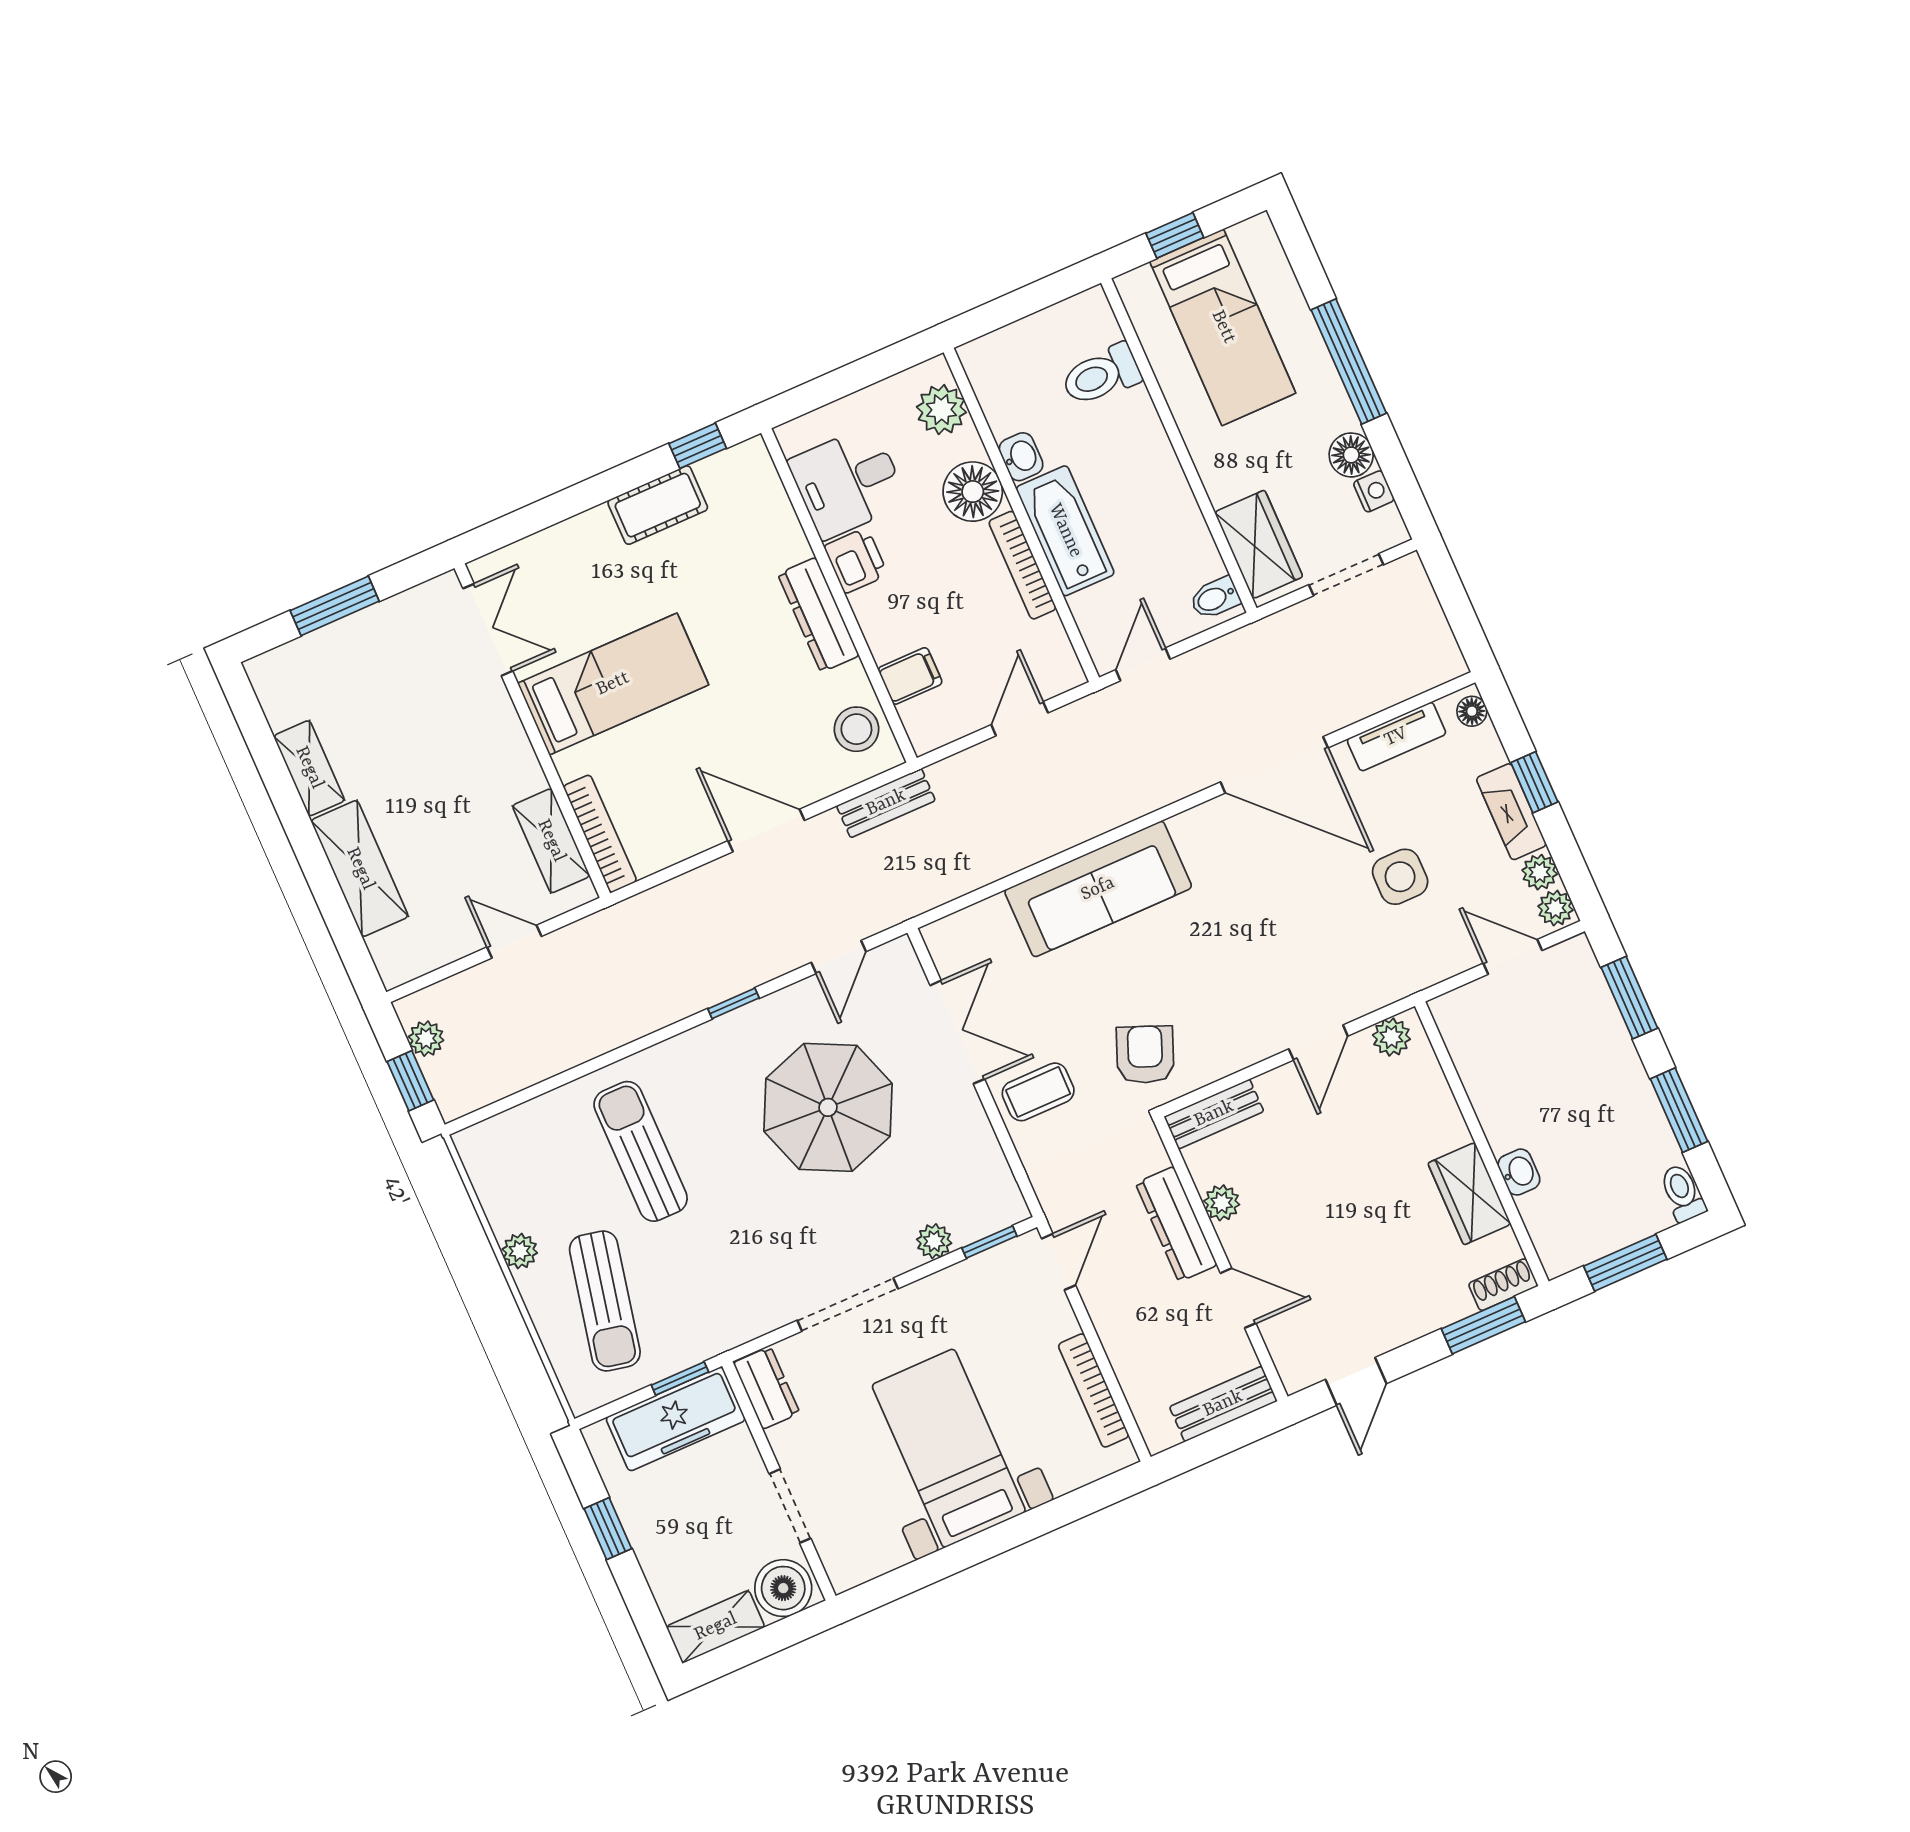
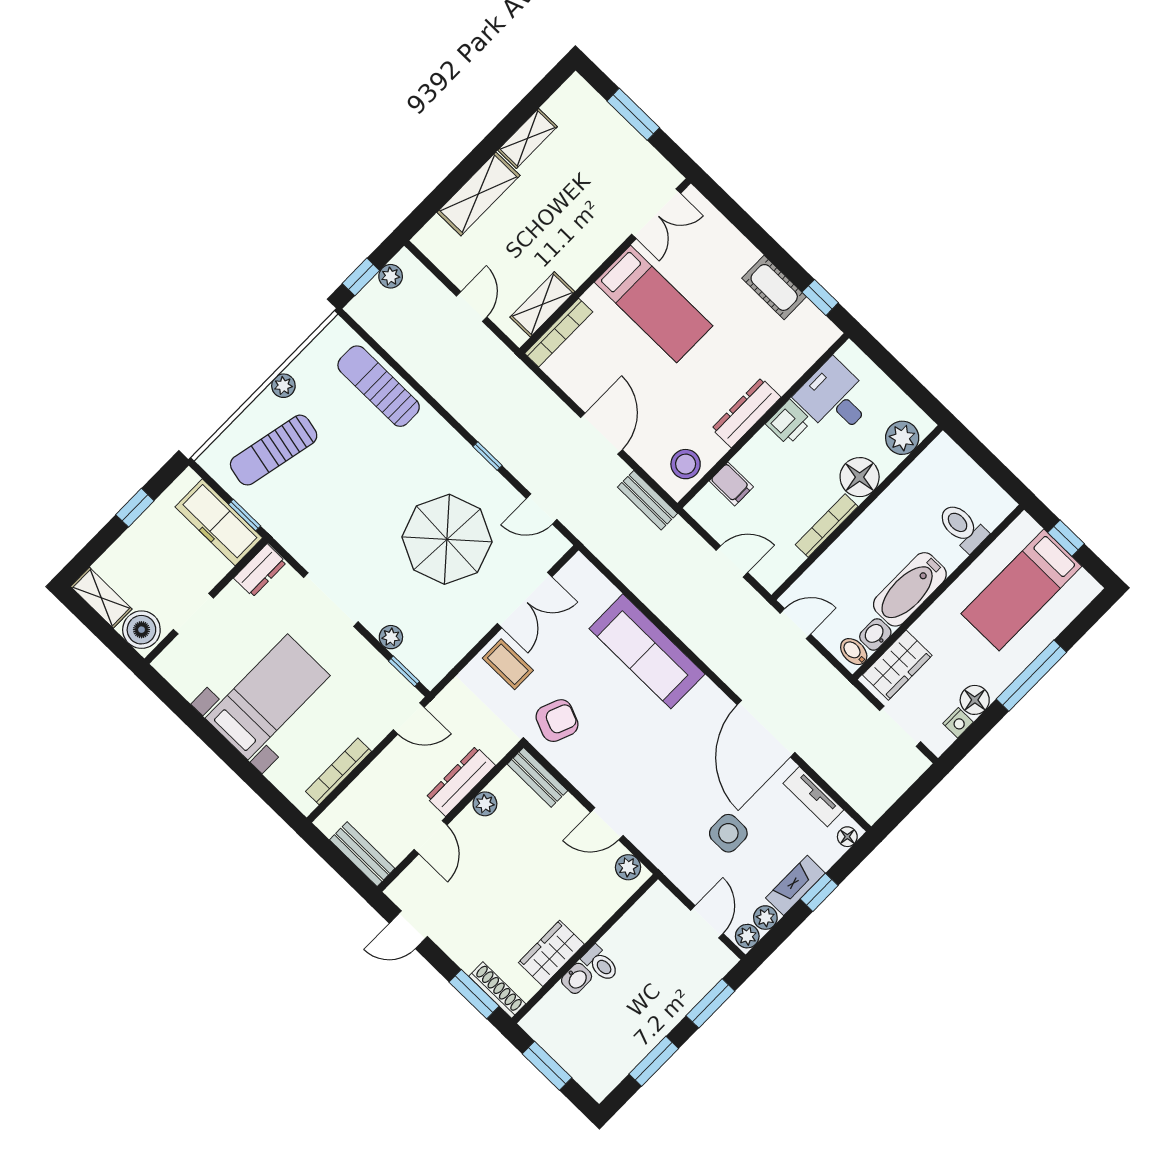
washbasin: (1021, 457) -> (875, 635), moved, turned 180
bathtub: (1065, 531) -> (910, 589), moved, turned 180
sun lounger: (641, 1151) -> (379, 386), moved, turned -90
toilet: (1682, 1193) -> (600, 964), moved, turned 90
shoe rack: (1503, 1285) -> (497, 990), width x1.43

